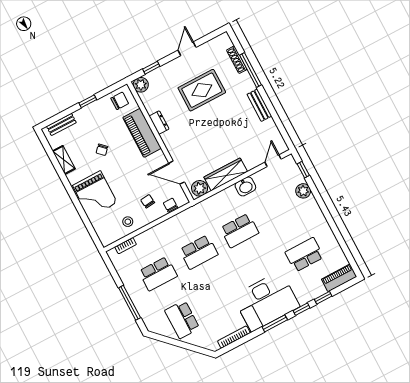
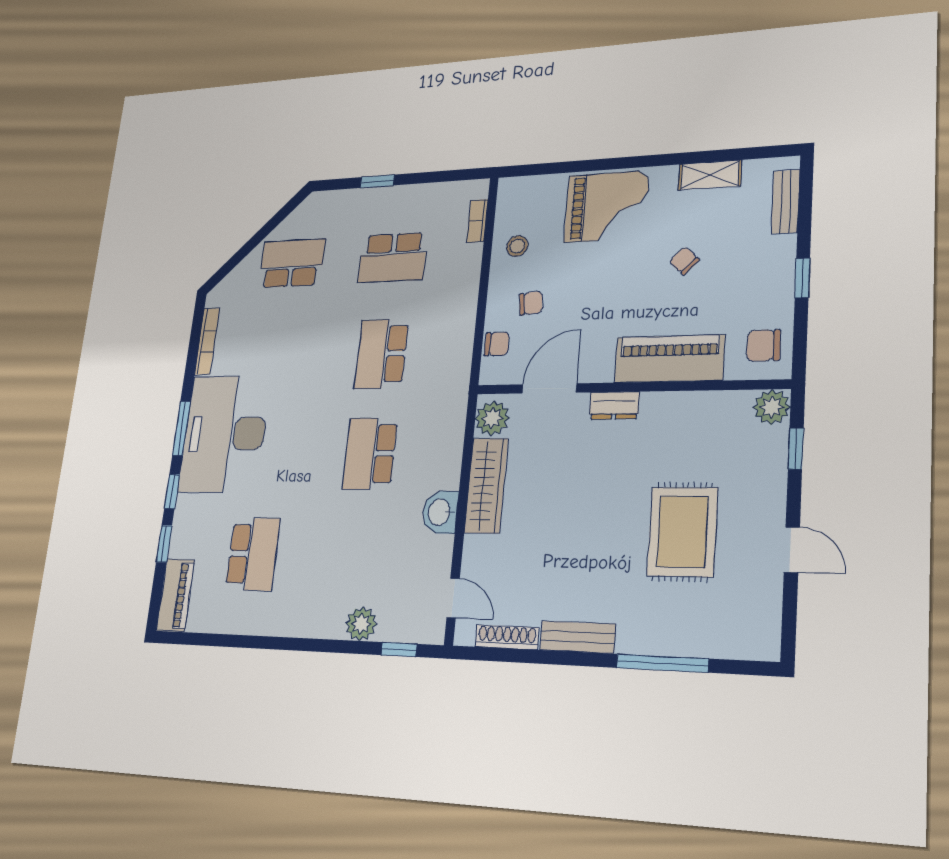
shoe rack: (237, 60) -> (507, 637), moved
chair: (120, 101) -> (764, 345), turned 90
dresser: (159, 123) -> (614, 405), moved
grand piano: (95, 194) -> (607, 207), turned 180
school desk: (158, 274) -> (393, 258), turned -90
window: (130, 303) -> (377, 181), width x0.46

